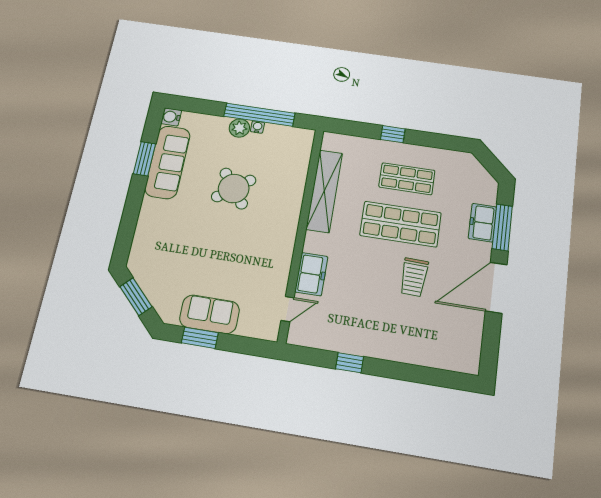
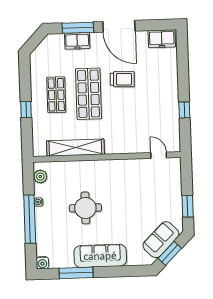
window: (259, 115) -> (30, 219), moved
plant: (239, 128) -> (40, 177), moved
window: (144, 159) -> (76, 273), width x1.44
sofa: (168, 162) -> (100, 256), moved
round table: (234, 188) -> (85, 208), turned 37
freezer: (311, 274) -> (162, 39), moved, turned 180
sofa: (209, 314) -> (161, 240), moved, turned 45

